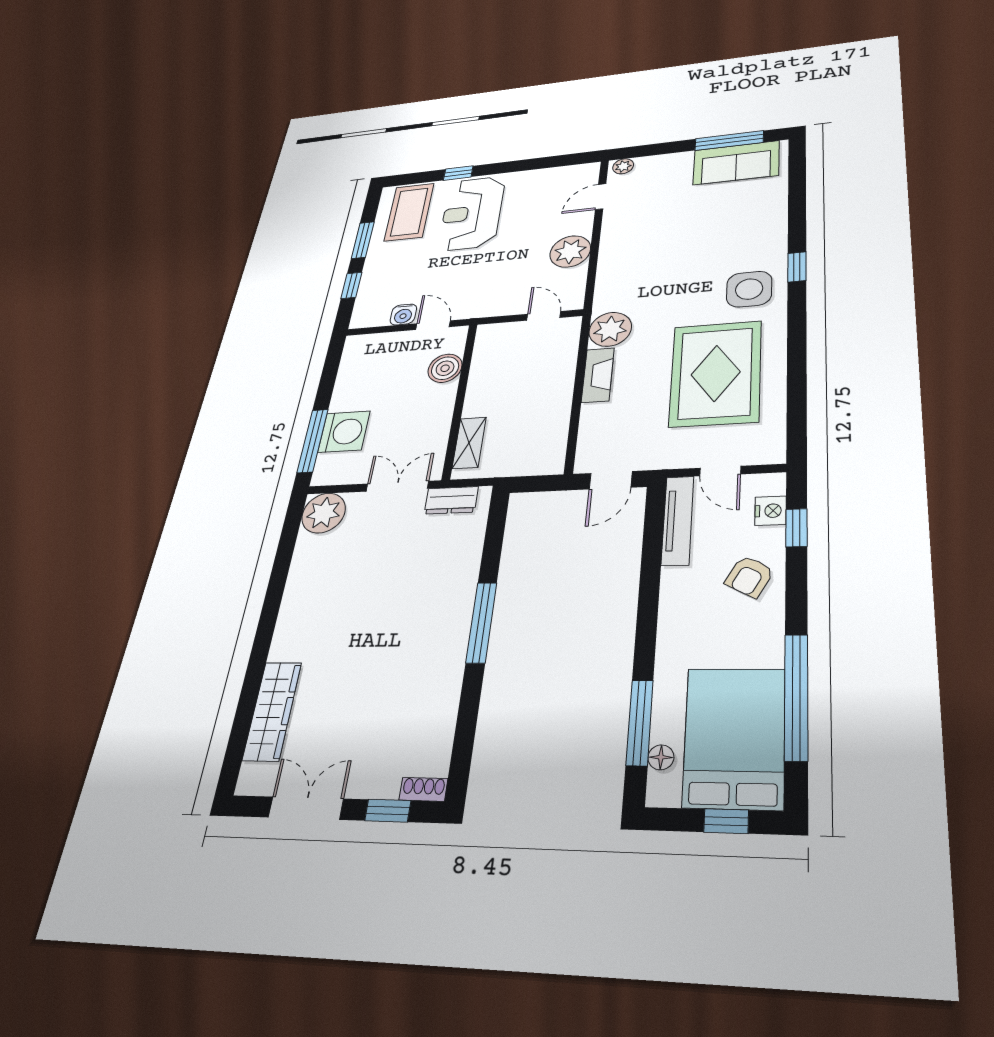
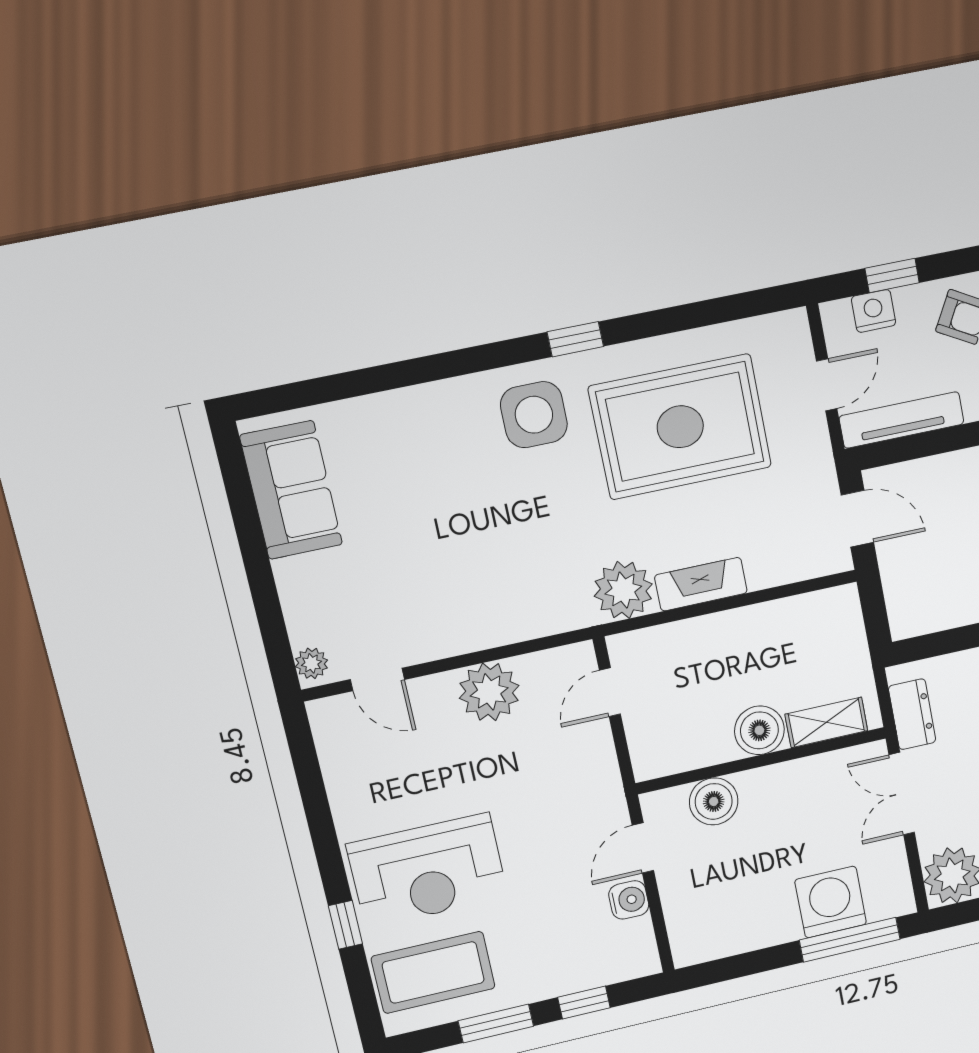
window: (729, 141) -> (244, 512), removed
window: (797, 267) -> (575, 339), moved
boiler: (481, 400) -> (759, 730), added

